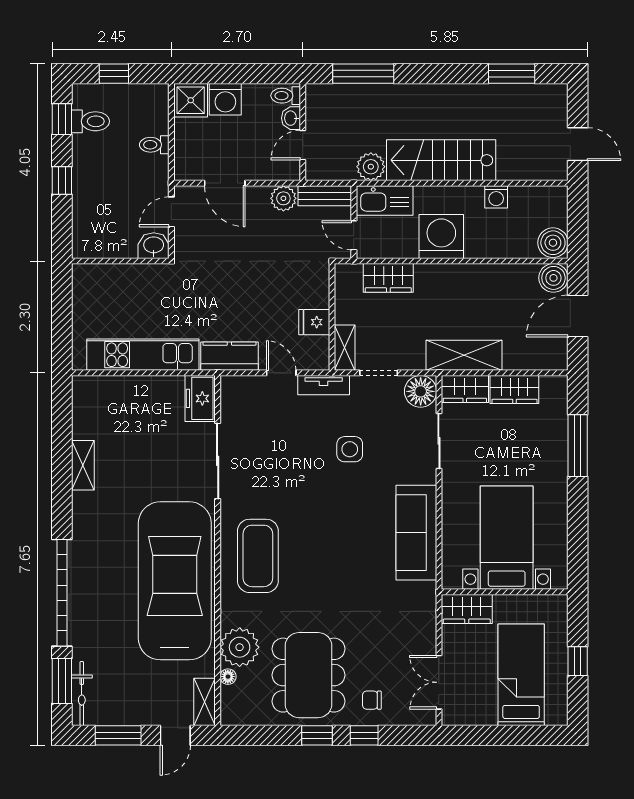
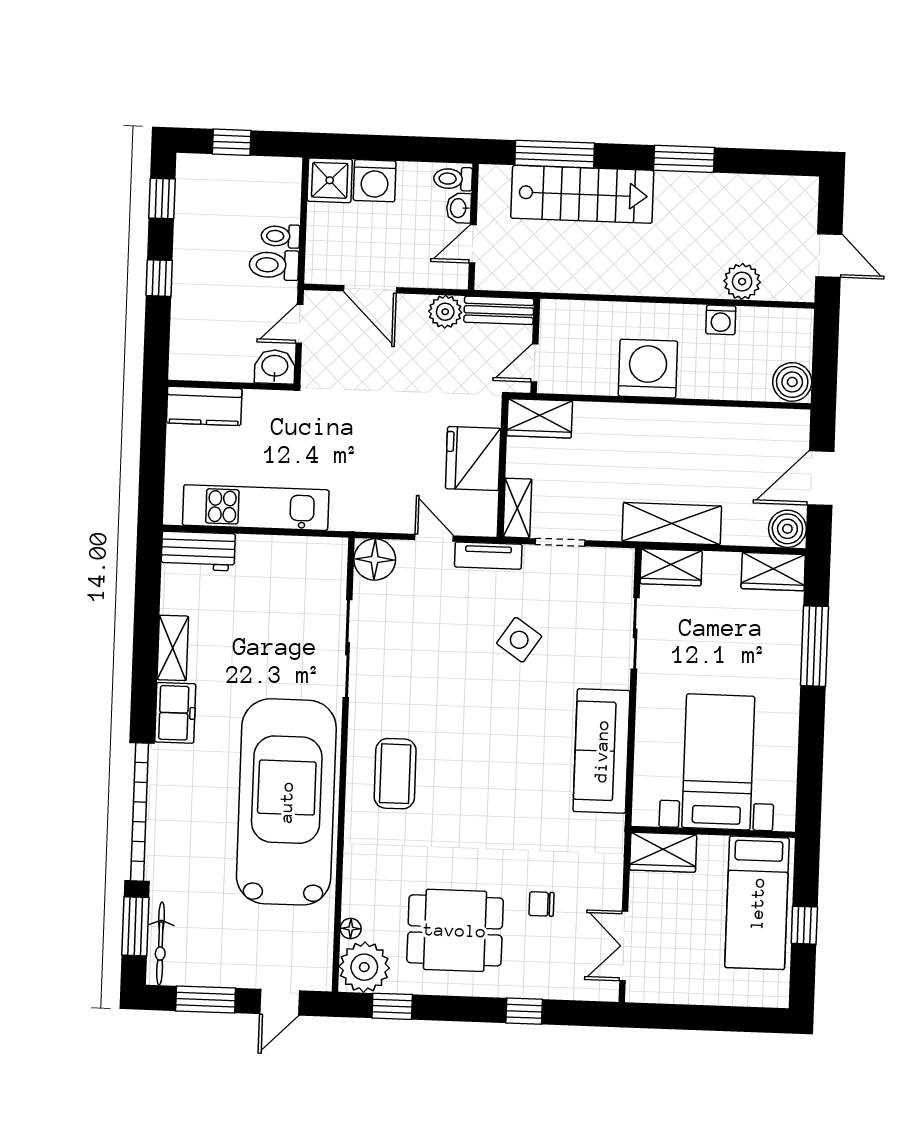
window: (512, 74) -> (684, 159), moved
toilet: (91, 121) -> (274, 265), moved, turned 180
stairs: (441, 160) -> (582, 194), moved, turned 180
plant: (371, 167) -> (742, 282), moved
kitchen sink: (385, 201) -> (576, 319), removed
door: (354, 235) -> (535, 363), hinge flipped
wardrobe: (388, 278) -> (540, 418), moved
boiler: (553, 278) -> (787, 529), moved
fridge: (314, 322) -> (473, 459), width x1.88, depth x1.34
kitchen counter: (229, 356) -> (204, 406), moved, turned 180
wardrobe: (514, 389) -> (773, 572), moved
workbench: (100, 390) -> (198, 551), added
floor lamp: (421, 391) -> (375, 559), moved
freezer: (200, 398) -> (175, 713), moved, turned 180
side table: (350, 449) -> (519, 640), turned 34
coffee table: (258, 556) -> (395, 774), width x0.73, depth x0.76
plant: (240, 647) -> (364, 967), moved
dining table: (309, 675) -> (455, 930), width x0.73
bed: (521, 675) -> (757, 903), moved, turned 180
chair: (372, 700) -> (541, 904), moved
shelving: (204, 702) -> (319, 960), removed
window: (317, 735) -> (392, 1006), moved

